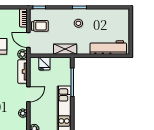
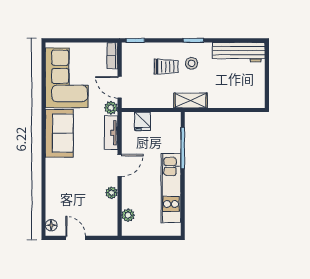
trolley: (40, 26) -> (166, 67), moved
workbench: (108, 48) -> (239, 52), moved, turned 180
shelving: (65, 49) -> (191, 101), moved

